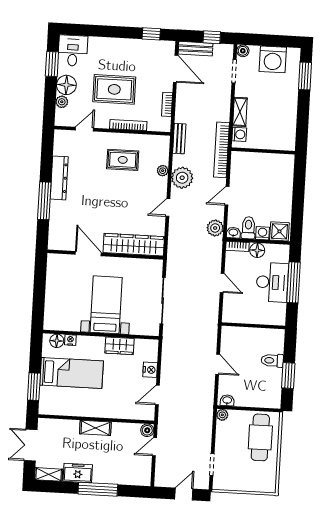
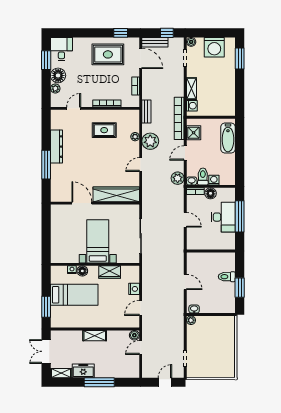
rug: (114, 89) -> (108, 54), moved
bathtub: (284, 179) -> (228, 138), added
shower: (279, 231) -> (194, 133), moved
floor lamp: (57, 341) -> (82, 271), moved
cafe table: (260, 437) -> (221, 336), removed

